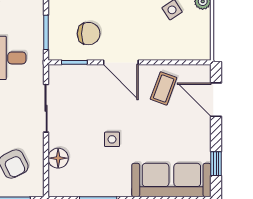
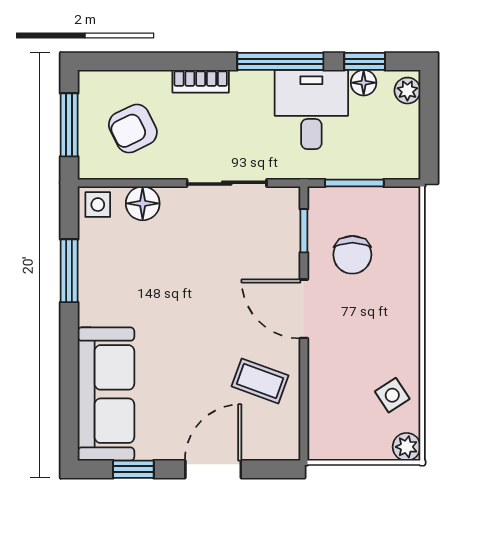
door: (121, 62) -> (304, 309), hinge flipped
door: (216, 100) -> (213, 469), moved
side table: (112, 139) -> (98, 205), moved

